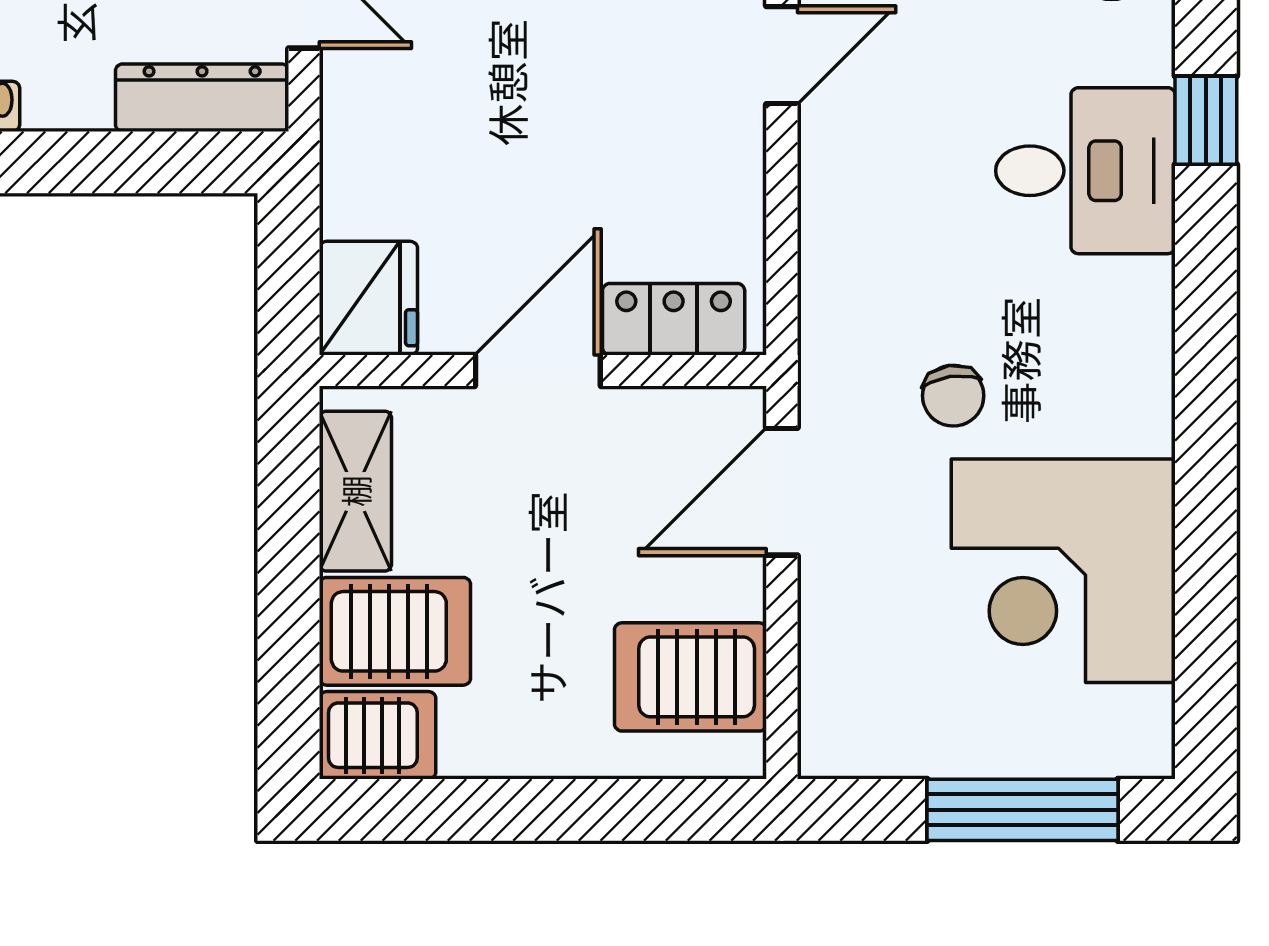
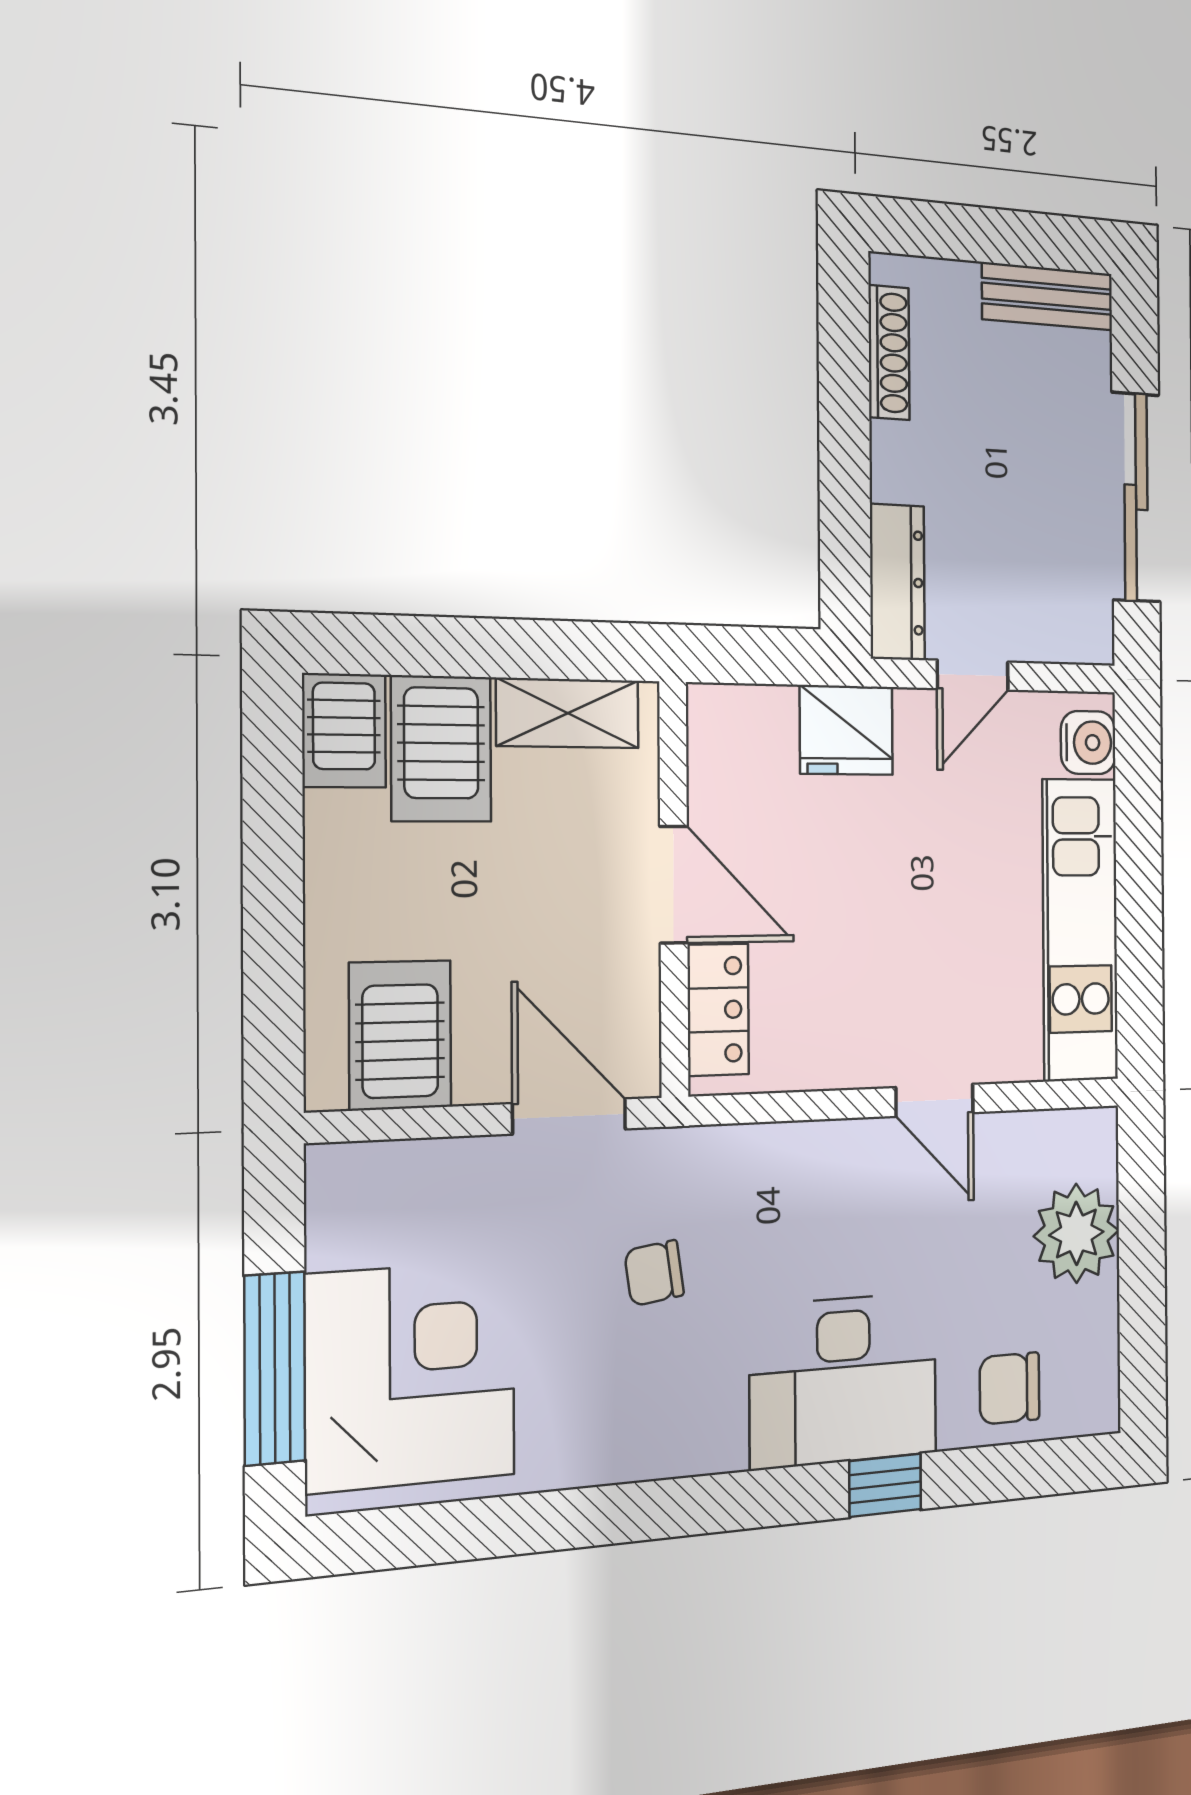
desk: (1085, 171) -> (844, 1380), width x1.37
fridge: (368, 298) -> (846, 730), moved
corner desk: (1063, 571) -> (411, 1375), moved, turned 90

